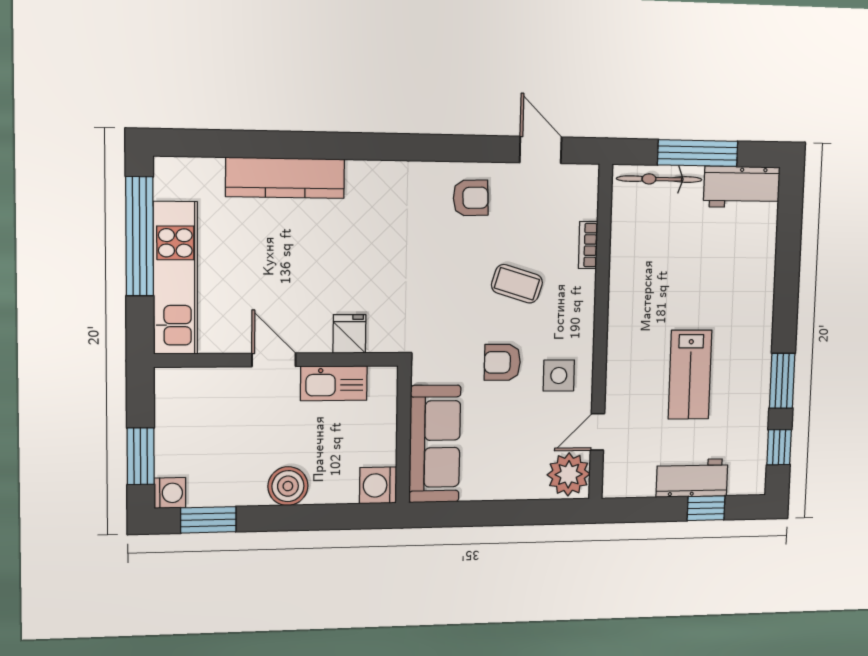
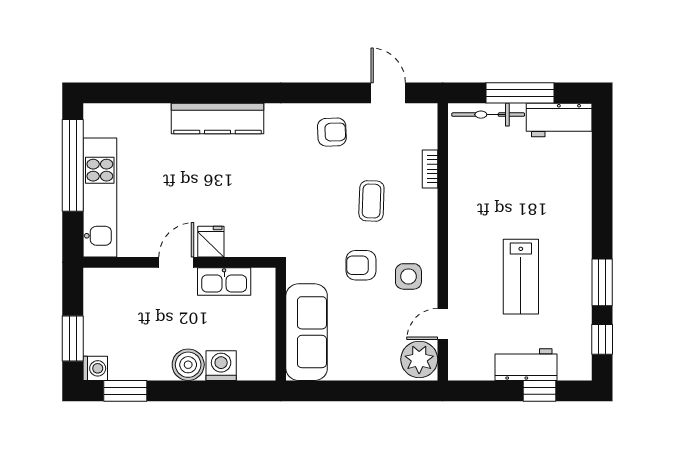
kitchen counter: (285, 178) -> (217, 118), moved
coffee table: (517, 284) -> (371, 201), turned 75
fridge: (349, 334) -> (211, 242), moved
door: (274, 360) -> (176, 262), hinge flipped
washing machine: (378, 485) -> (221, 366), moved, turned 90

